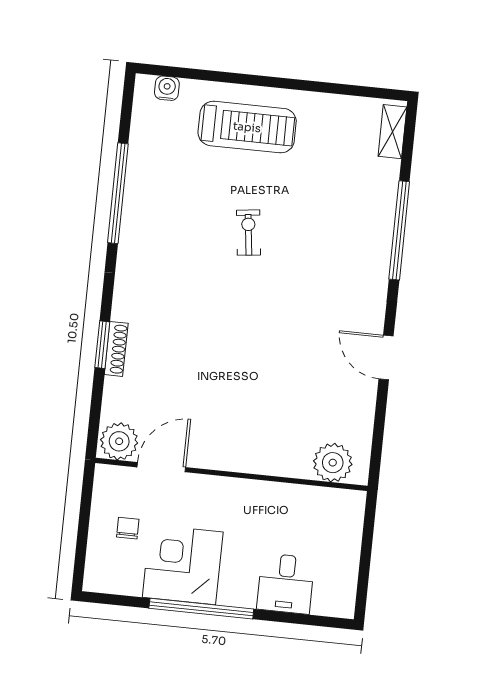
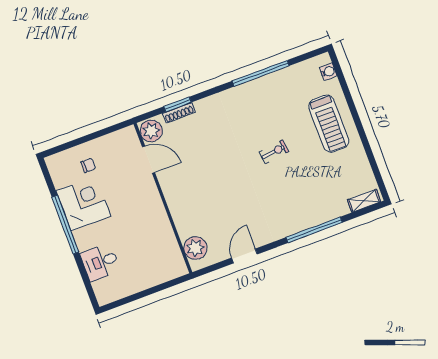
plant: (119, 441) -> (151, 131), moved
plant: (333, 463) -> (195, 248), moved
door: (161, 467) -> (149, 160), moved
wall: (231, 474) -> (163, 198), moved

